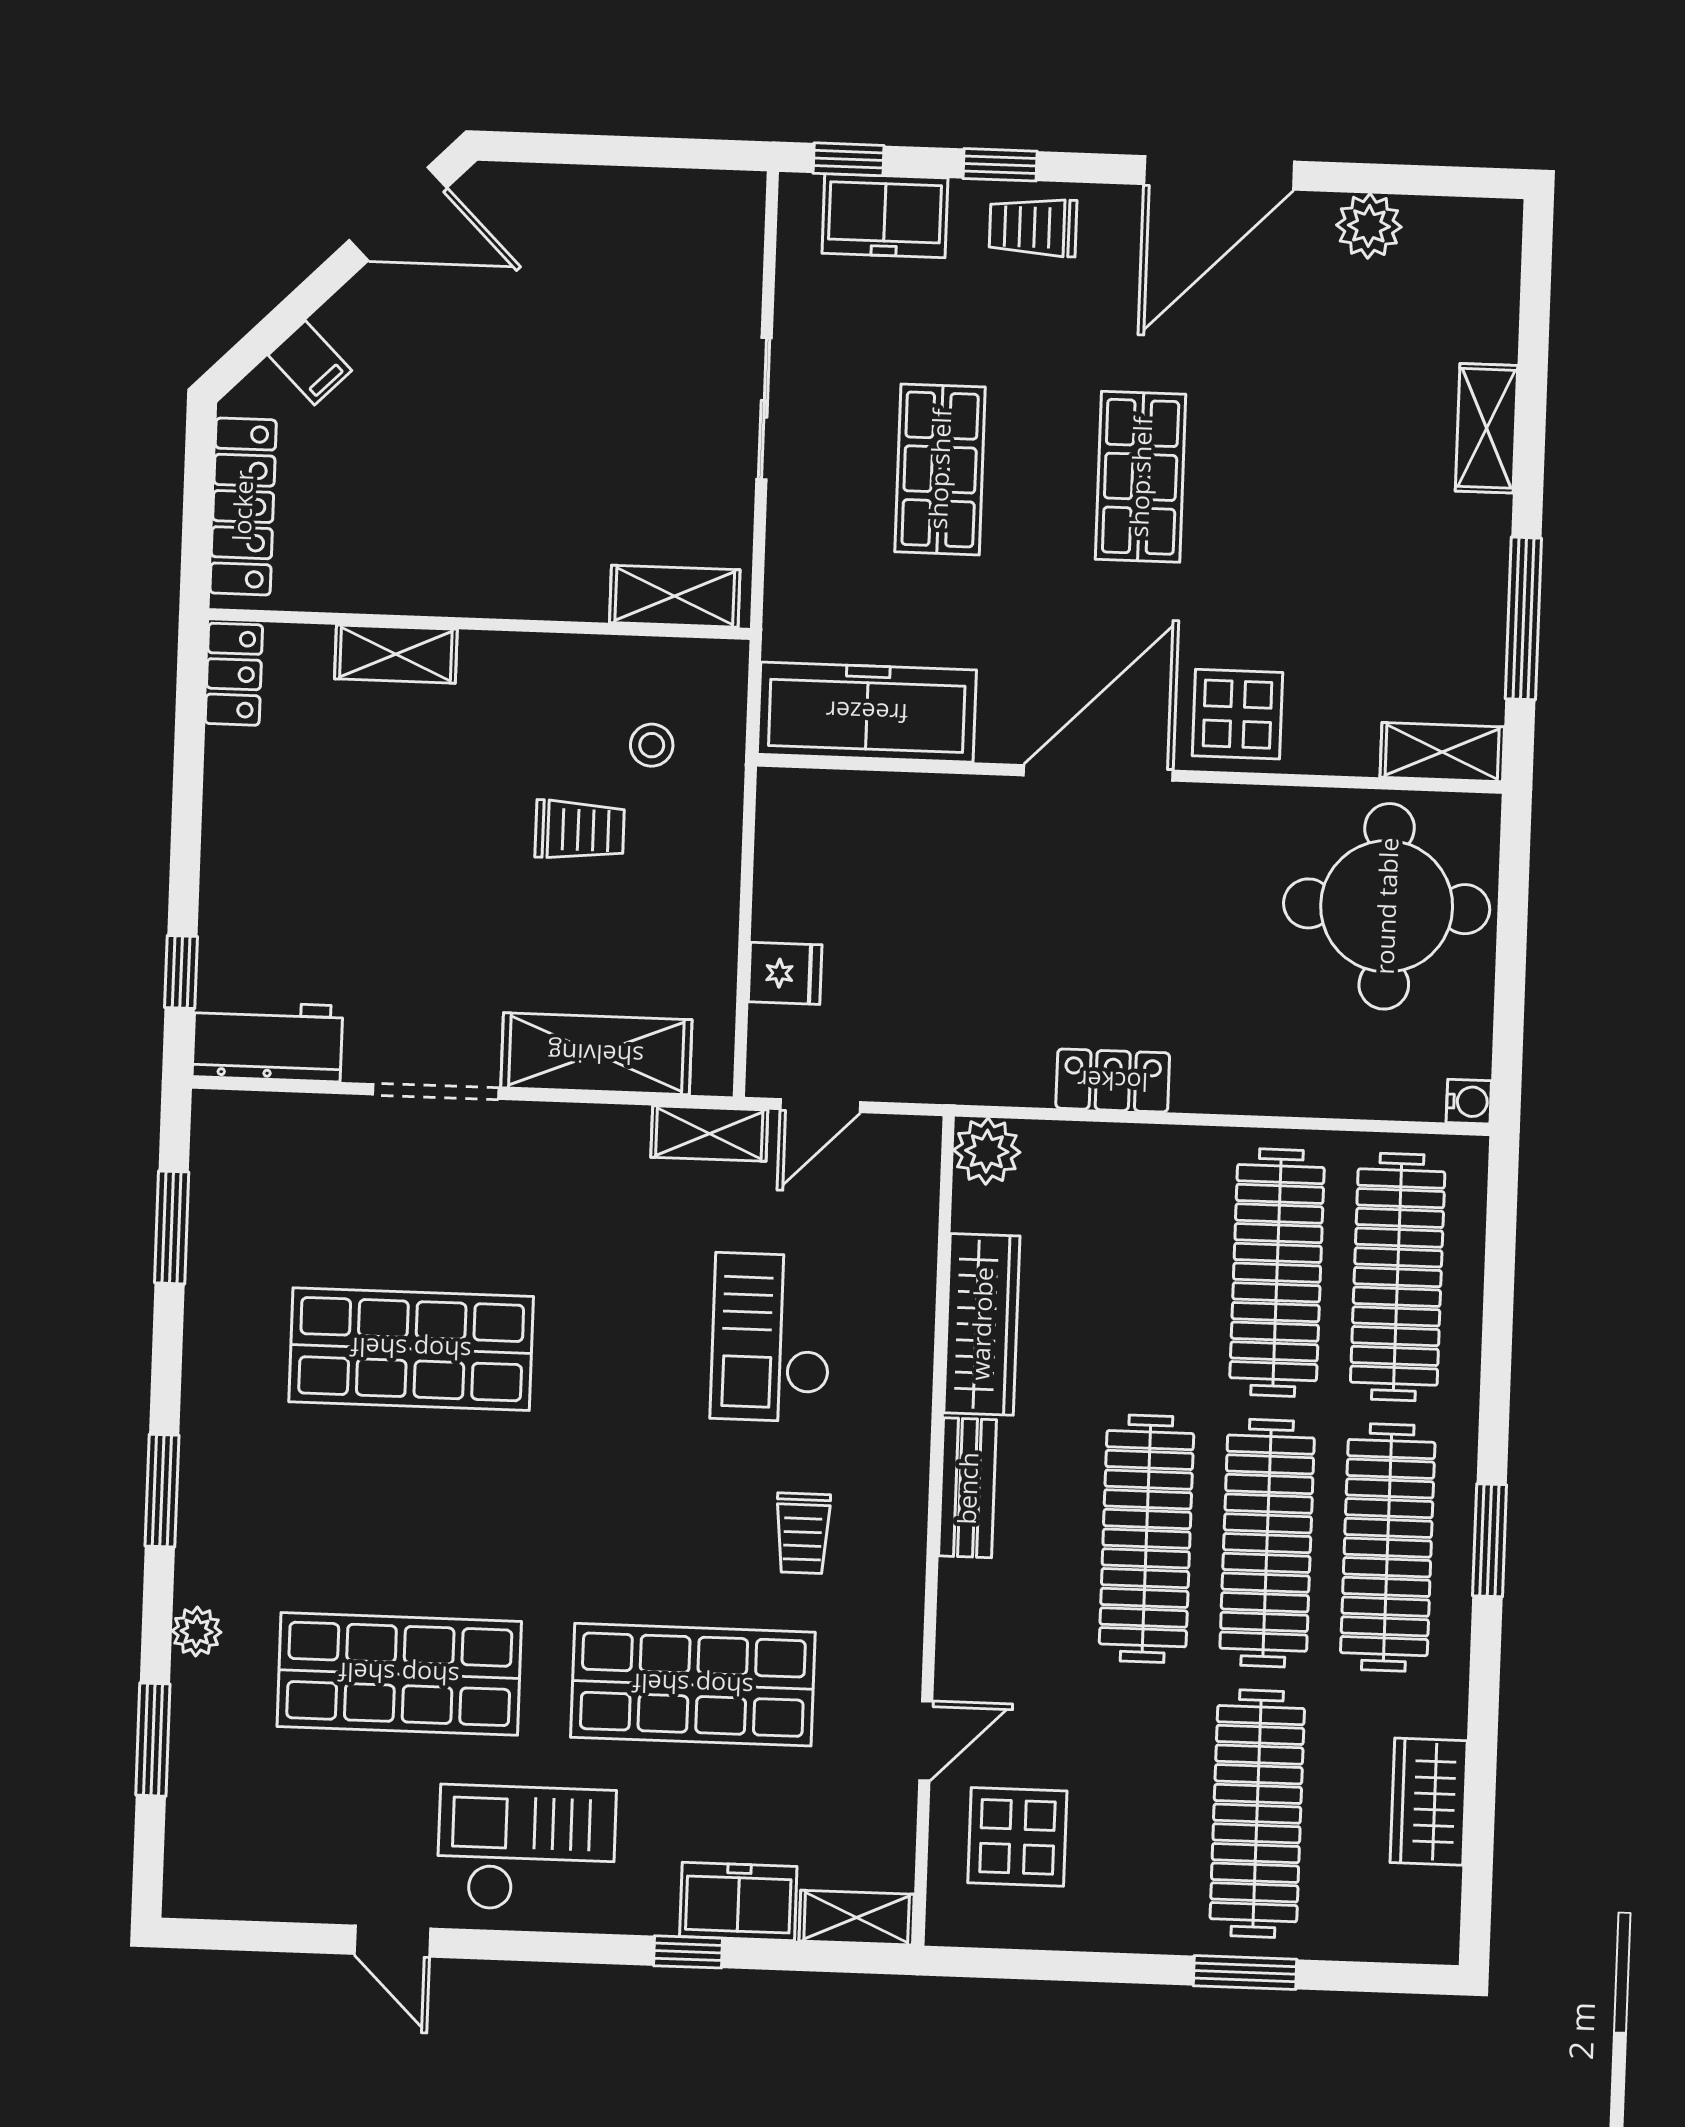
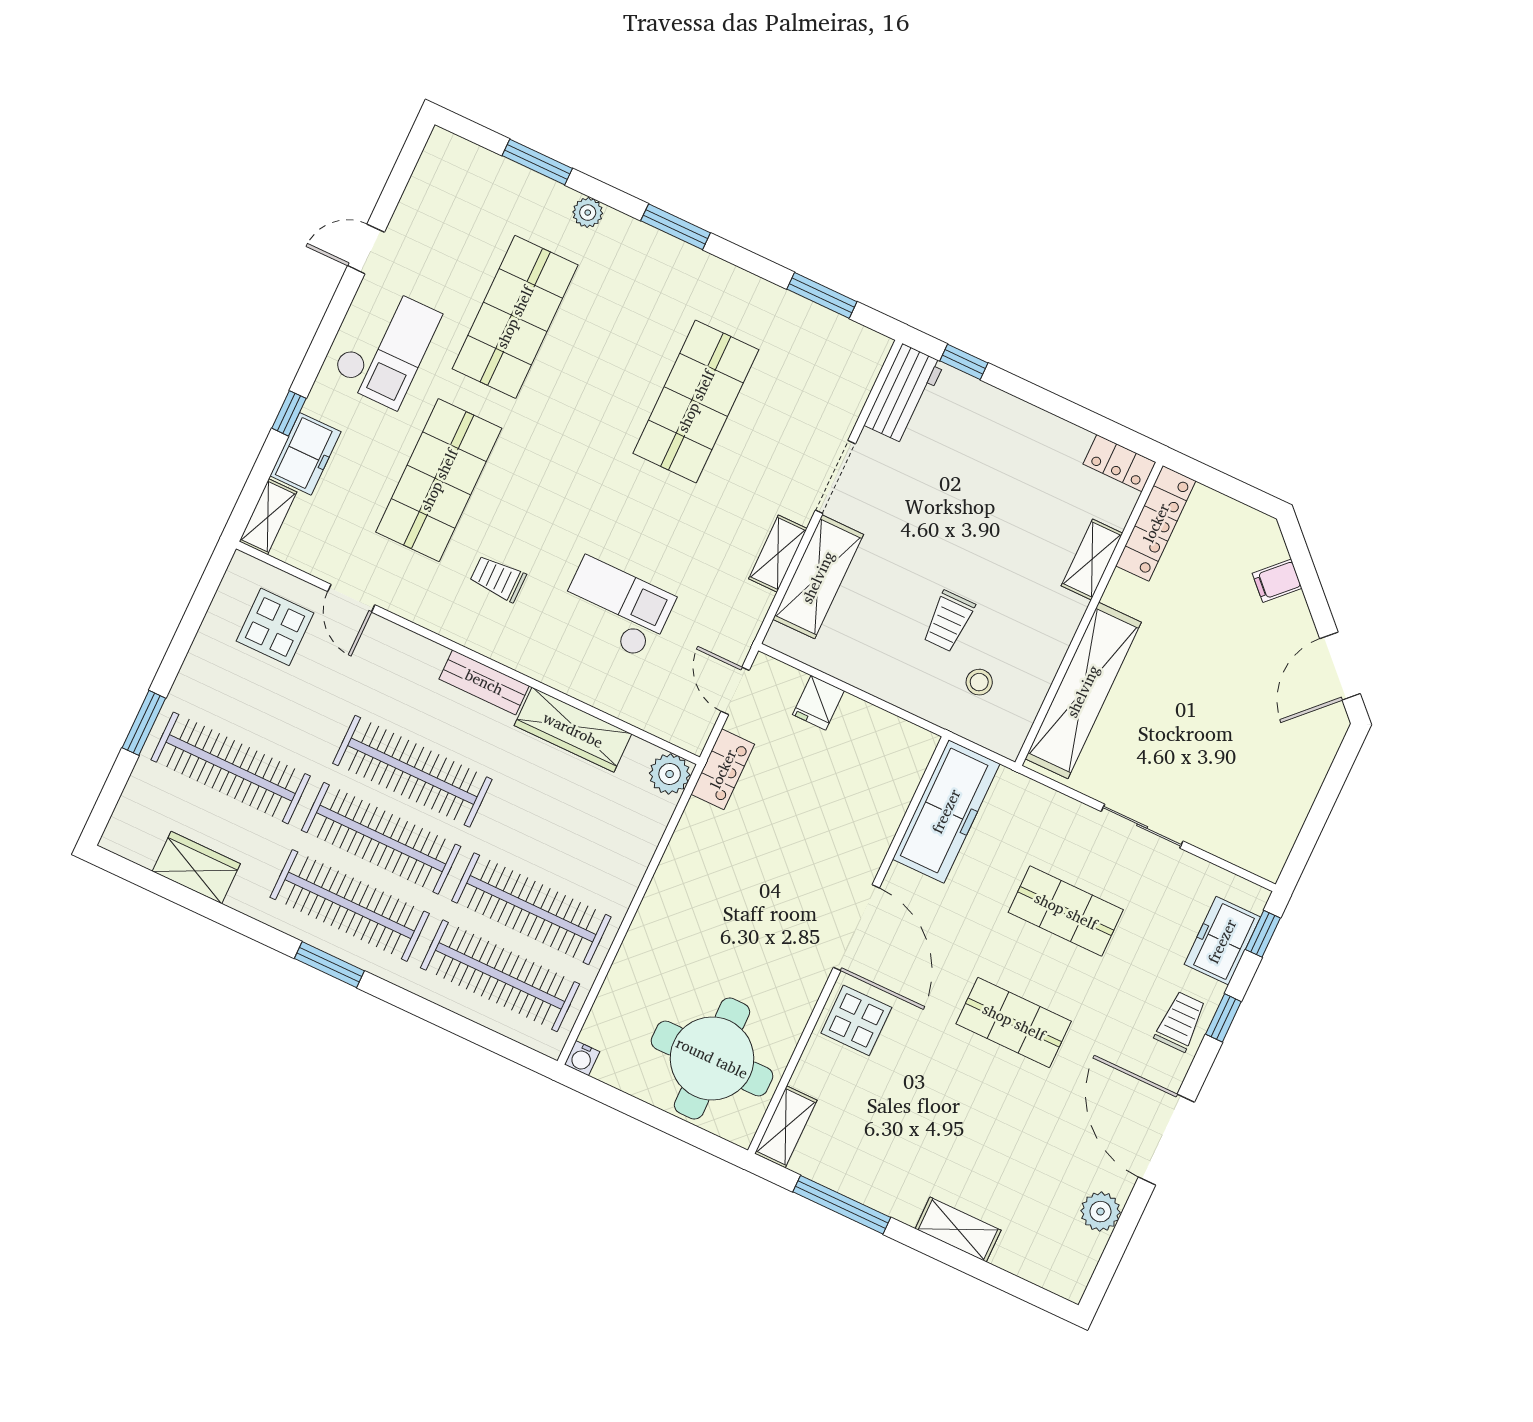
locker: (243, 506) -> (1156, 523), moved, turned -90
shelving: (675, 596) -> (1083, 691), width x2.20, depth x1.33
locker: (1113, 1081) -> (723, 769), moved
shelving: (709, 1134) -> (778, 554), moved

